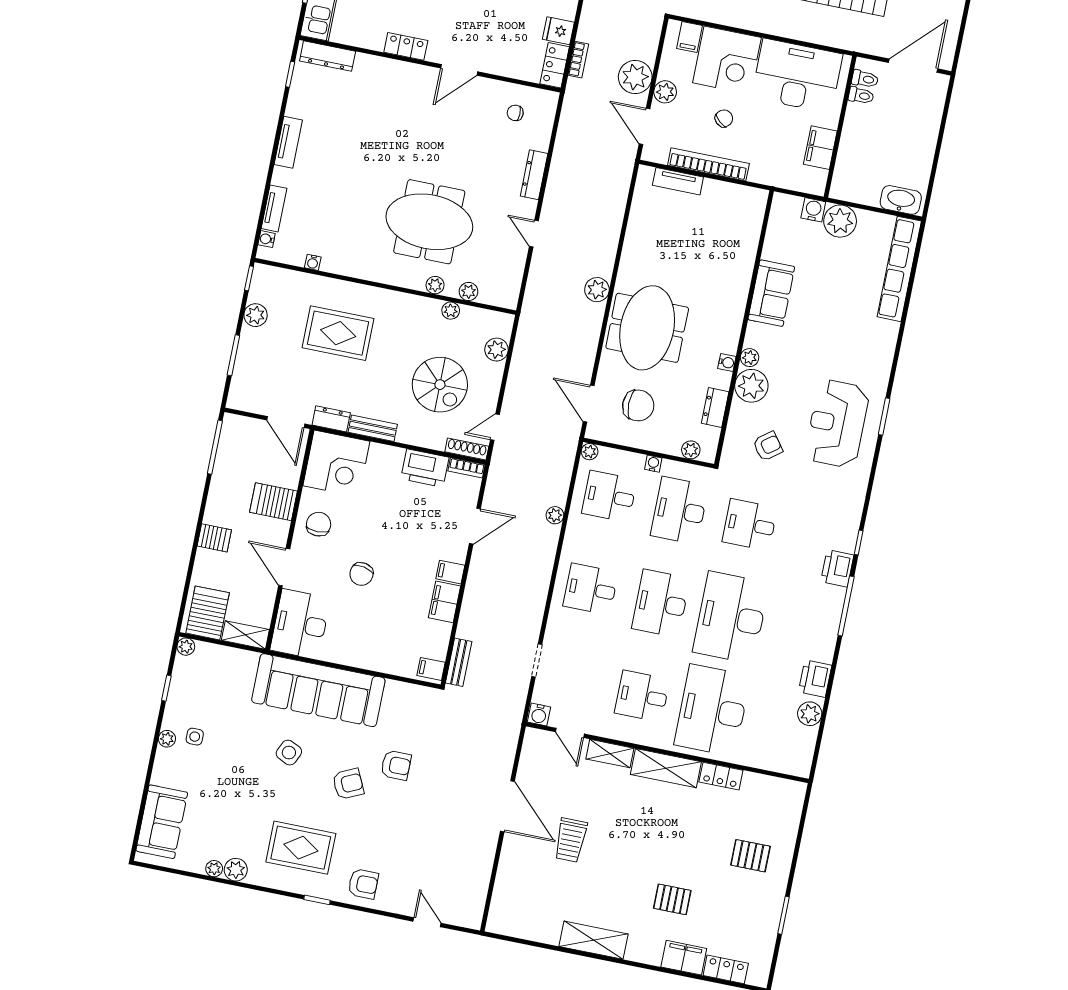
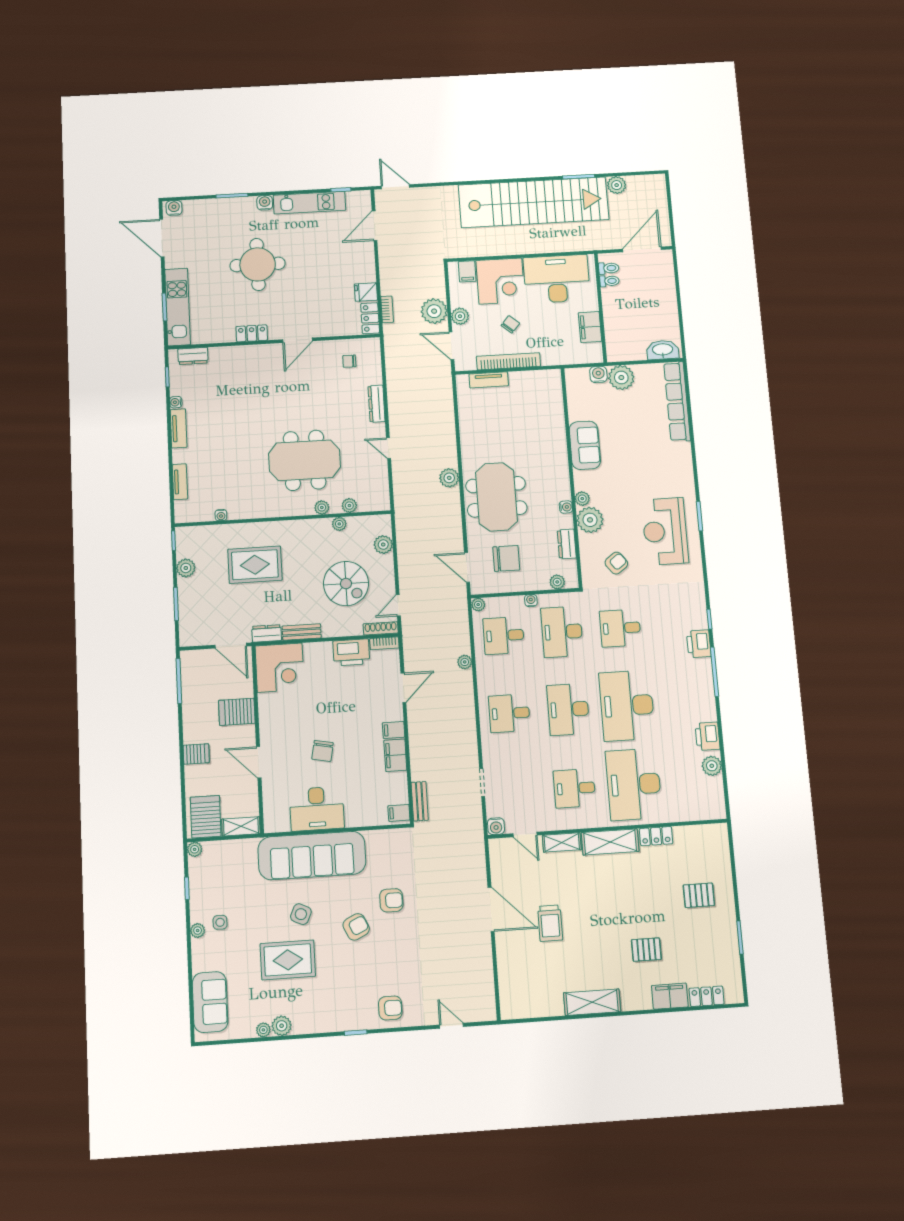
dresser: (328, 56) -> (193, 356), width x0.70
water cooler: (267, 239) -> (176, 402), moved
chair: (319, 524) -> (278, 720), removed
desk: (300, 624) -> (317, 809), moved, turned -90
rug: (301, 848) -> (288, 960), moved

